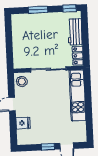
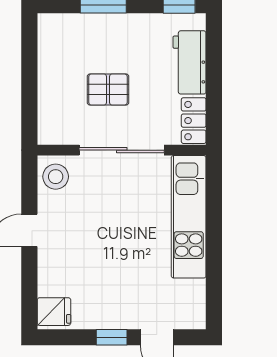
pallet: (42, 44) -> (108, 90), added
fridge: (23, 123) -> (54, 312), moved

